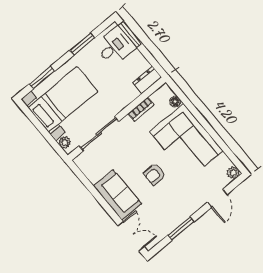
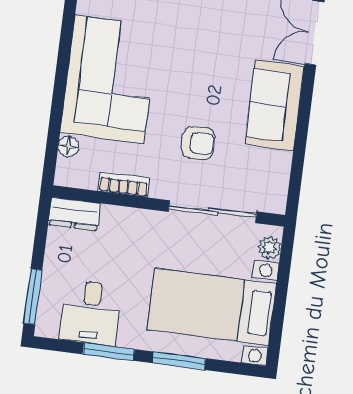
desk: (115, 46) -> (91, 312), moved, turned -90
window: (42, 77) -> (179, 361), moved
armchair: (155, 174) -> (198, 143), moved

